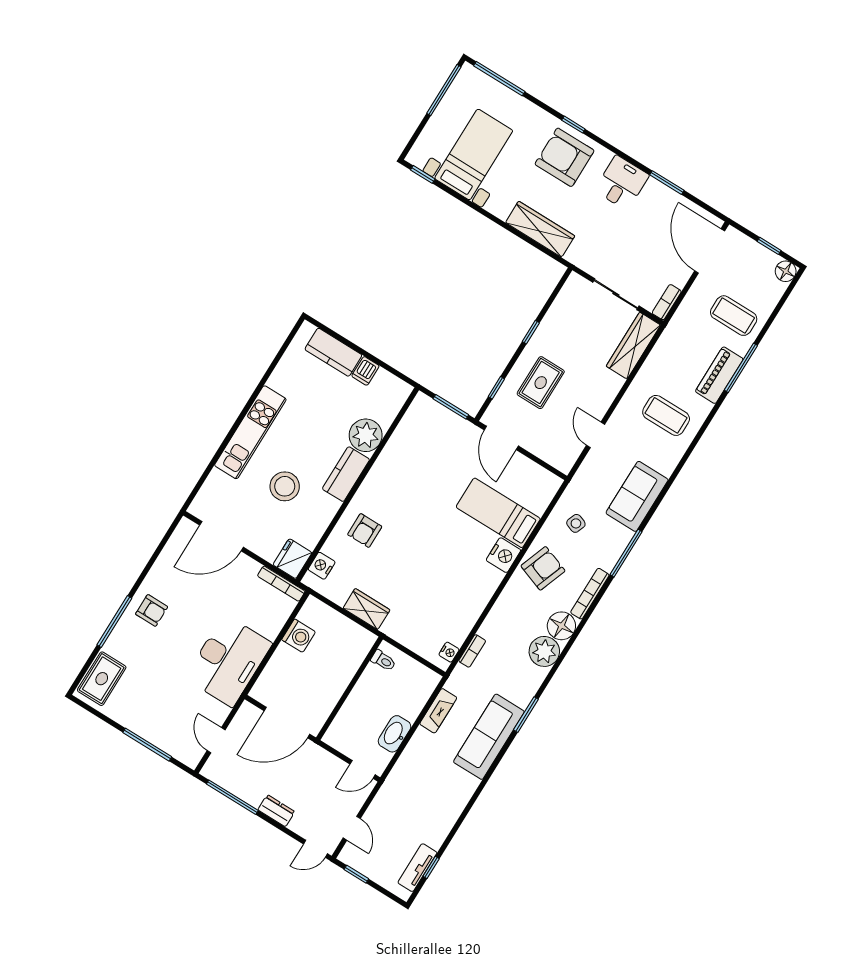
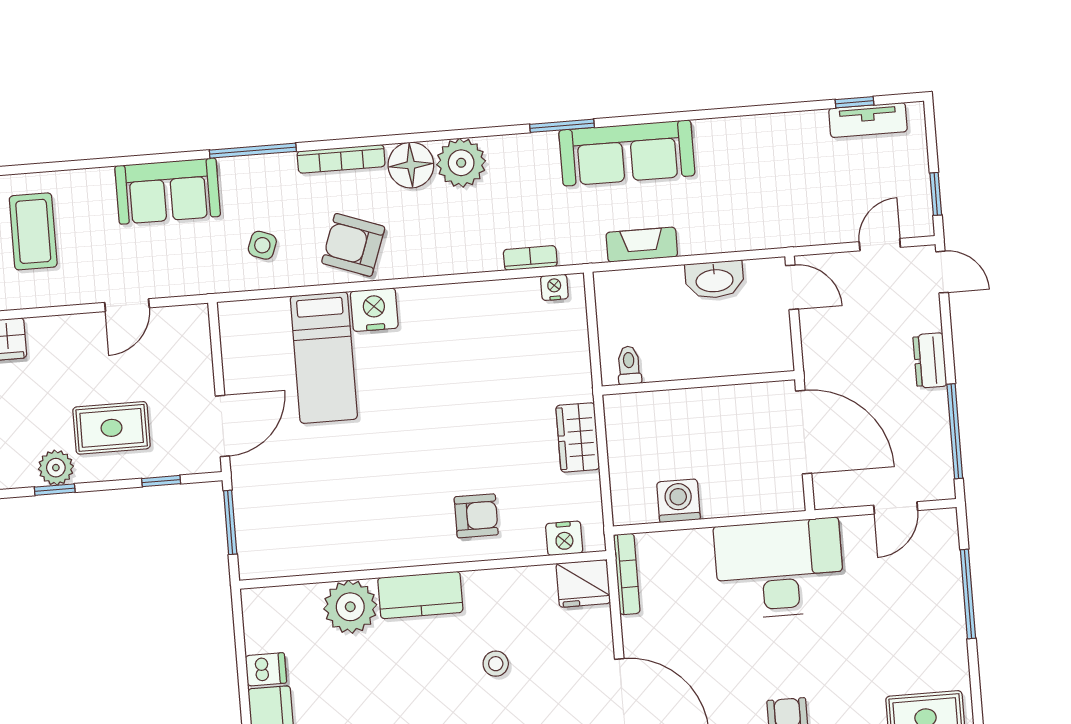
plant: (541, 341) -> (56, 468), added
stool: (285, 486) -> (496, 664), width x0.53, depth x0.53

